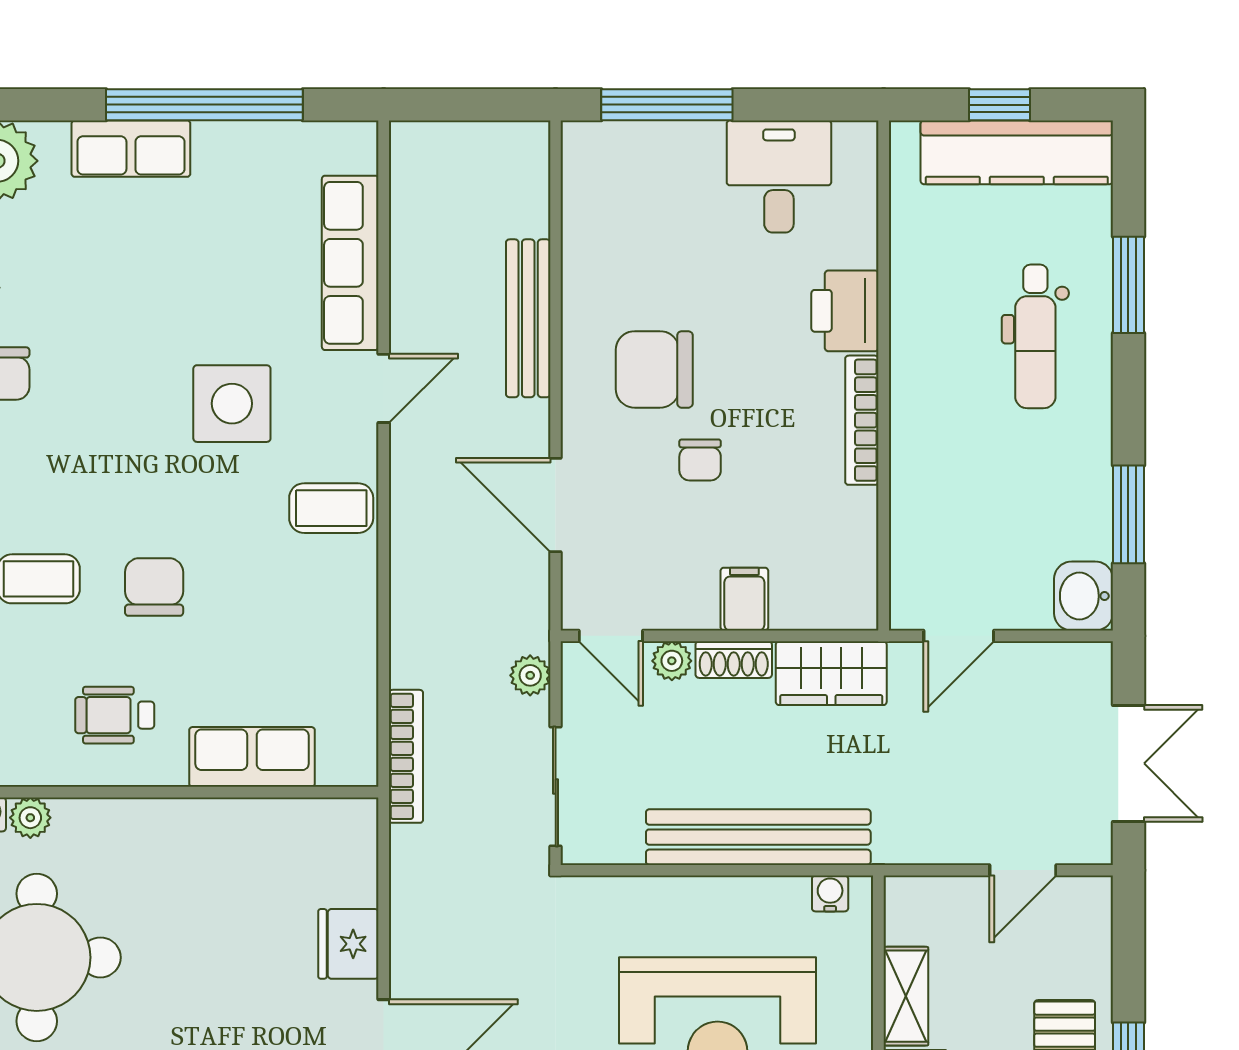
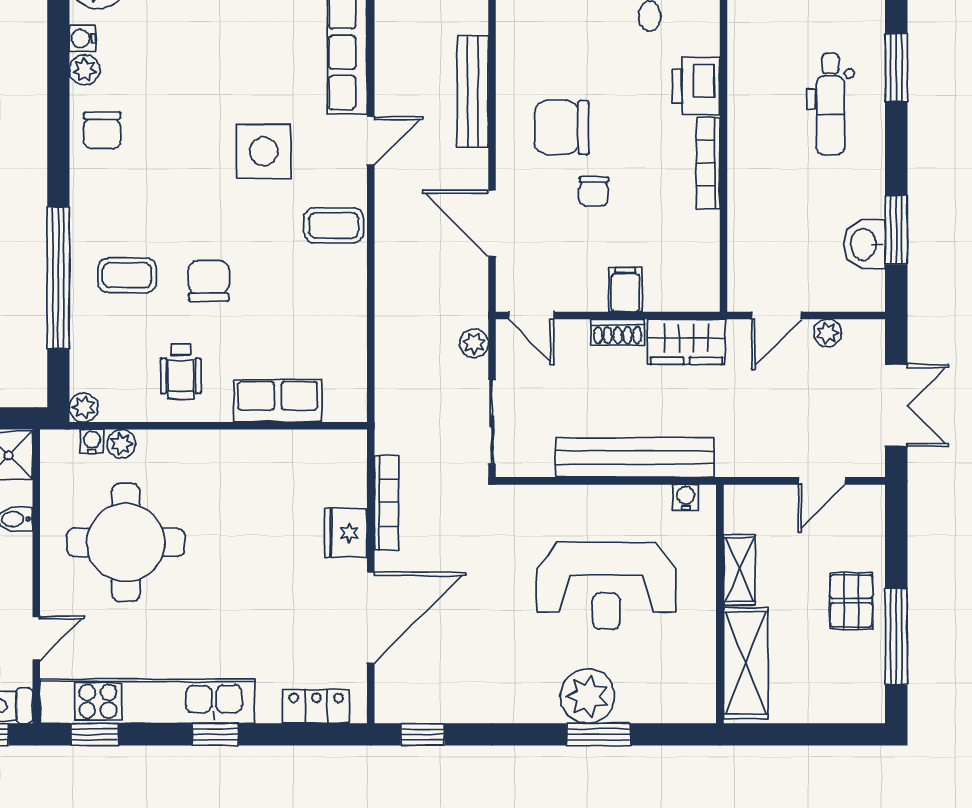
washbasin: (1083, 596) -> (865, 244), moved
plant: (672, 661) -> (827, 333), moved
wheelchair: (115, 715) -> (181, 371), turned -90
bookcase: (406, 756) -> (386, 503), moved

